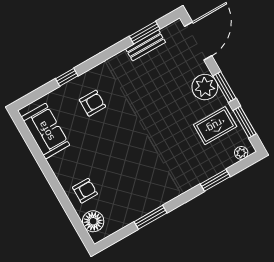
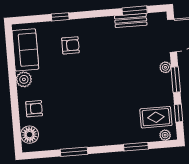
plant: (205, 87) -> (165, 67), width x0.53, depth x0.53
window: (245, 122) -> (179, 113), width x0.67
rug: (215, 126) -> (156, 117), moved
plant: (59, 164) -> (24, 79), added

